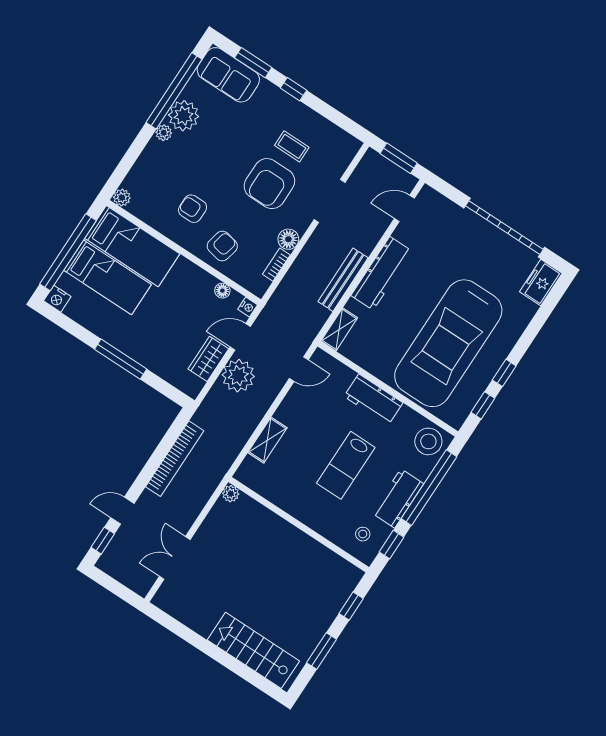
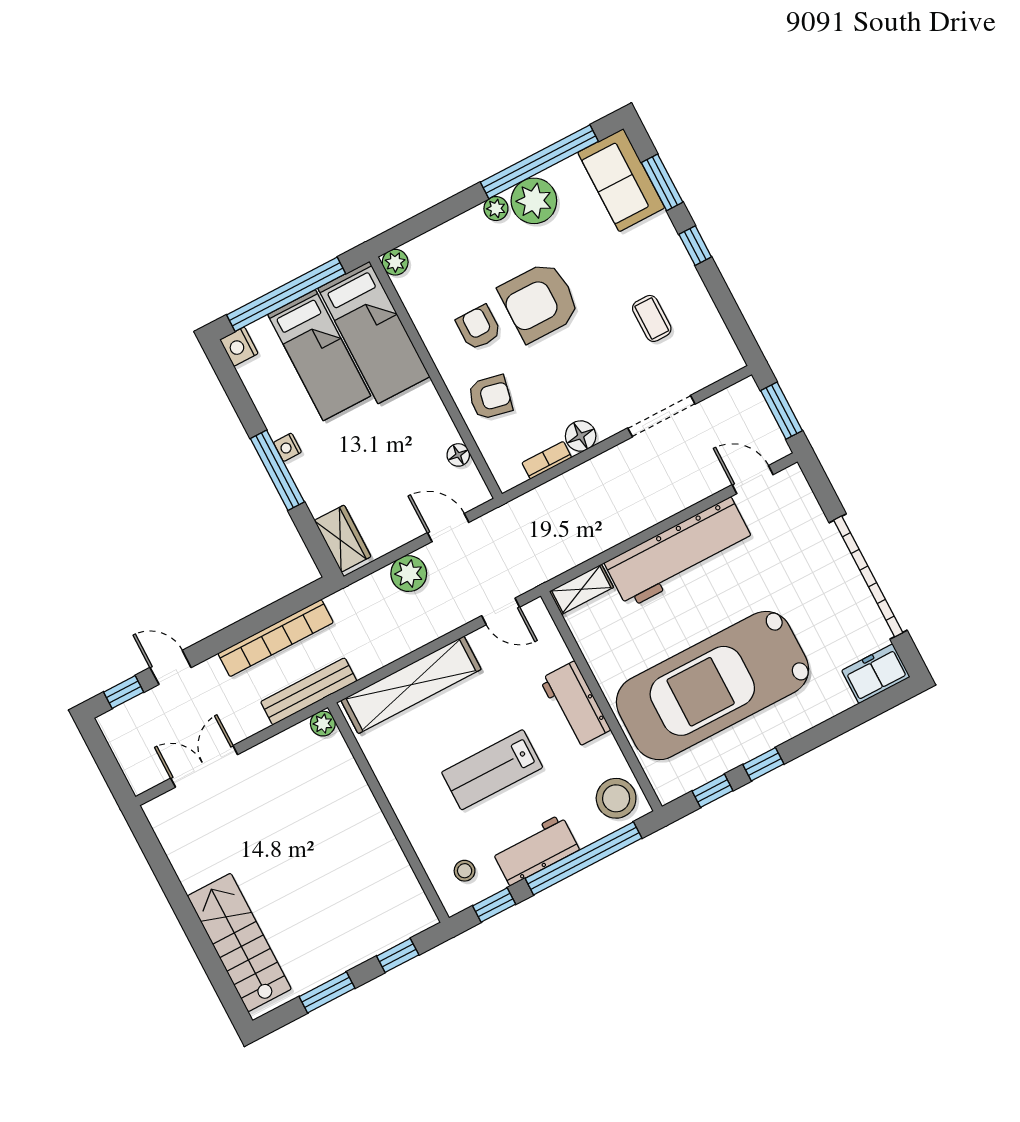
armchair: (269, 184) -> (539, 302), moved
workbench: (381, 273) -> (679, 553), width x1.36, depth x1.32
bench: (343, 280) -> (309, 691), moved
nightstand: (248, 307) -> (287, 447), moved, turned 90
wardrobe: (208, 359) -> (343, 539), moved, turned 90
plant: (238, 376) -> (409, 574), width x0.73, depth x0.73
shelving: (267, 440) -> (411, 685), width x2.20, depth x1.33

